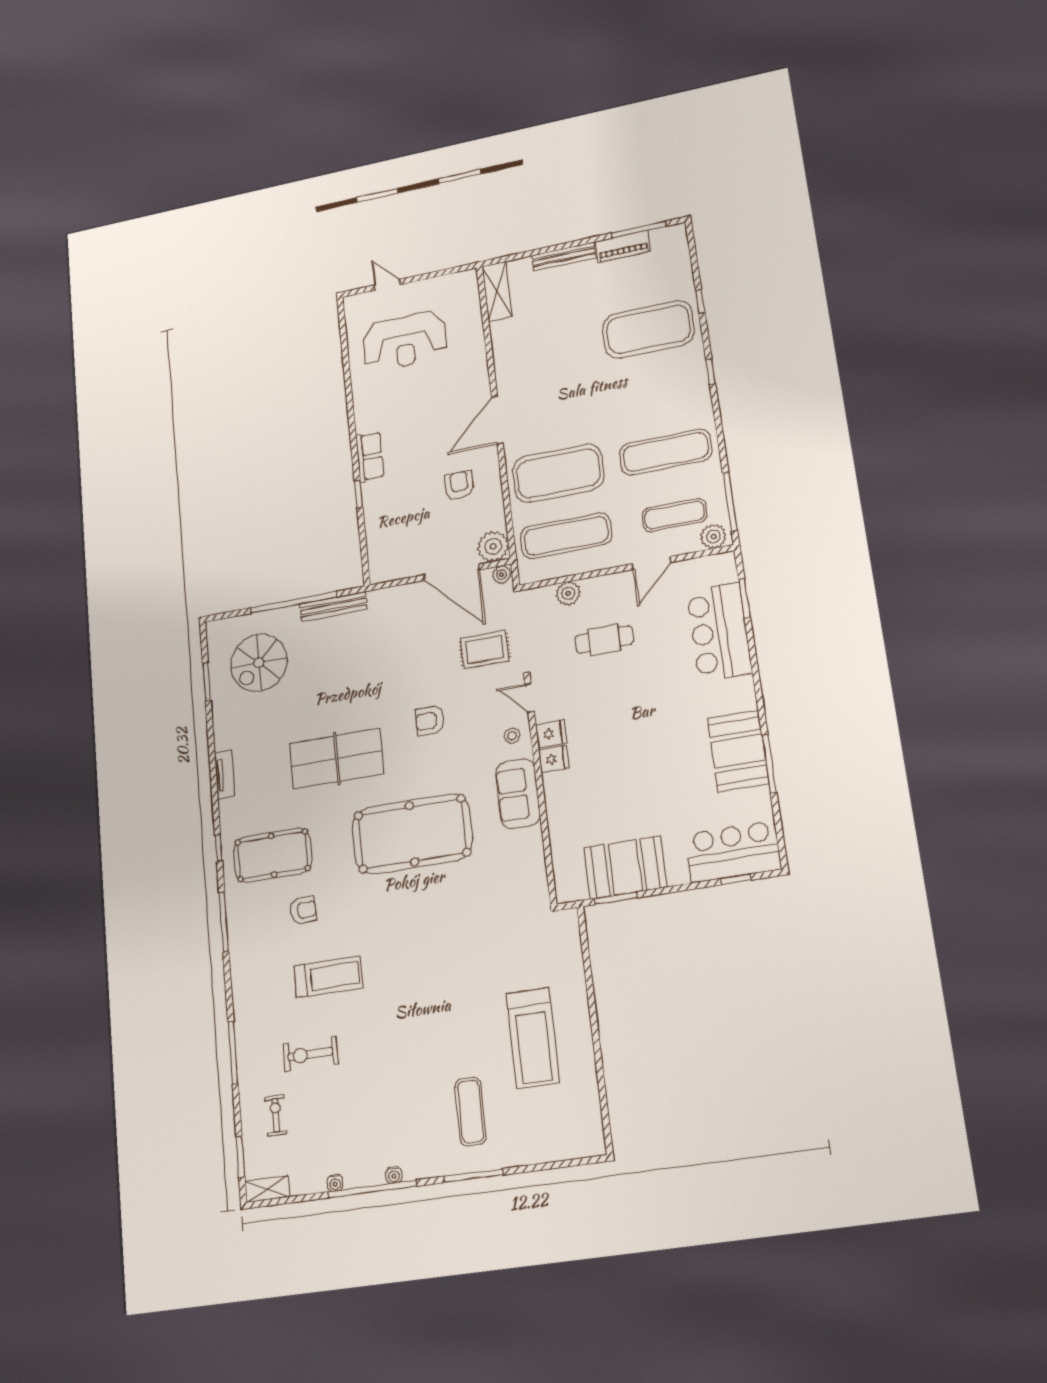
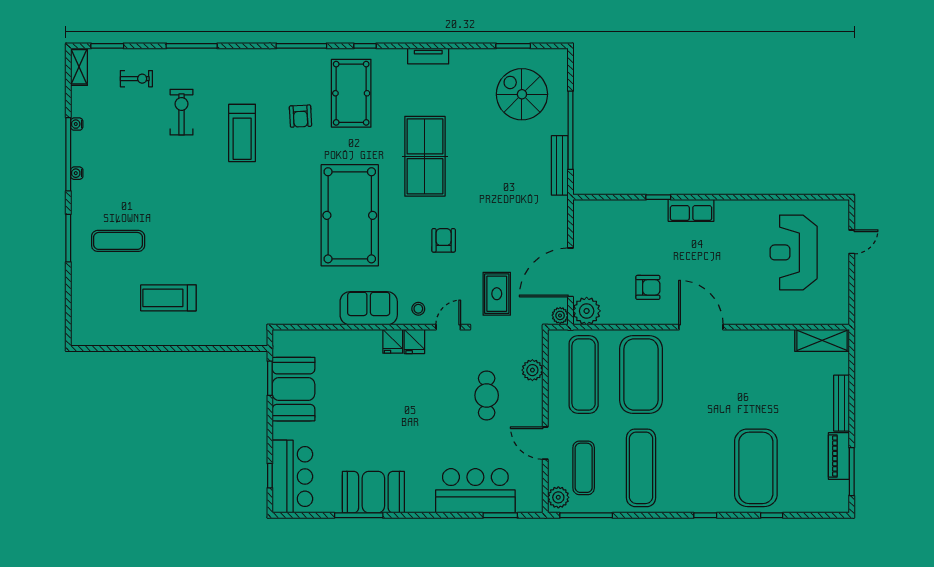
treadmill: (533, 1038) -> (168, 298), width x0.73, depth x0.73

